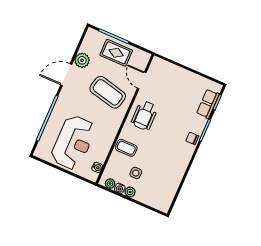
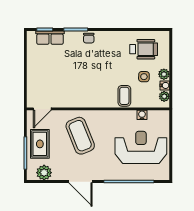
plant: (82, 60) -> (44, 173), moved
door: (142, 80) -> (42, 109), moved
coffee table: (108, 92) -> (80, 136), turned -35
wheelchair: (144, 115) -> (144, 49), moved
water cooler: (97, 167) -> (142, 115), moved

